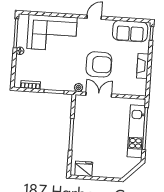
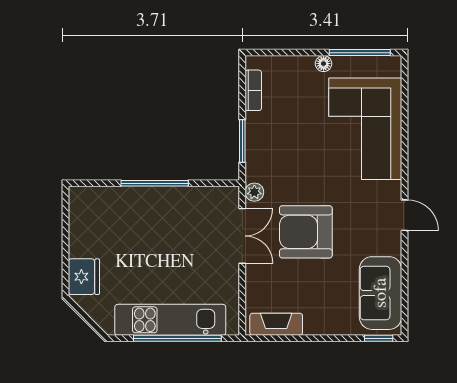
armchair: (99, 64) -> (306, 232), turned 90
fireplace: (143, 66) -> (276, 324), moved
fridge: (84, 169) -> (84, 277), moved

